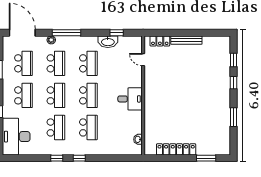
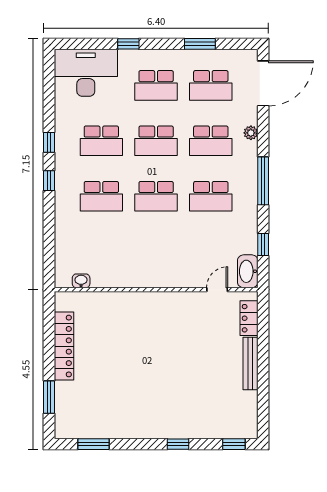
window: (66, 33) -> (263, 181), moved
washbasin: (108, 42) -> (248, 271), moved
window: (234, 60) -> (234, 444), moved
desk: (130, 99) -> (150, 267), removed
window: (234, 117) -> (93, 444), moved

